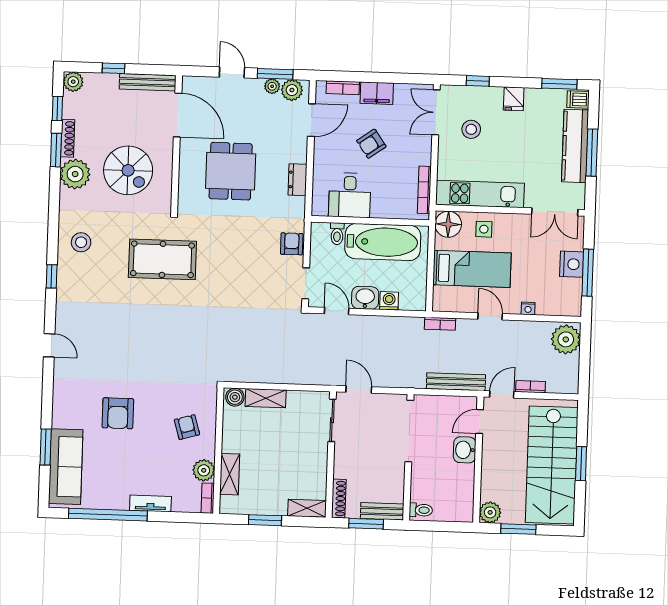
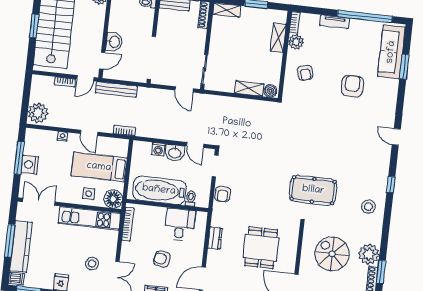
armchair: (371, 144) -> (162, 259), turned -135

